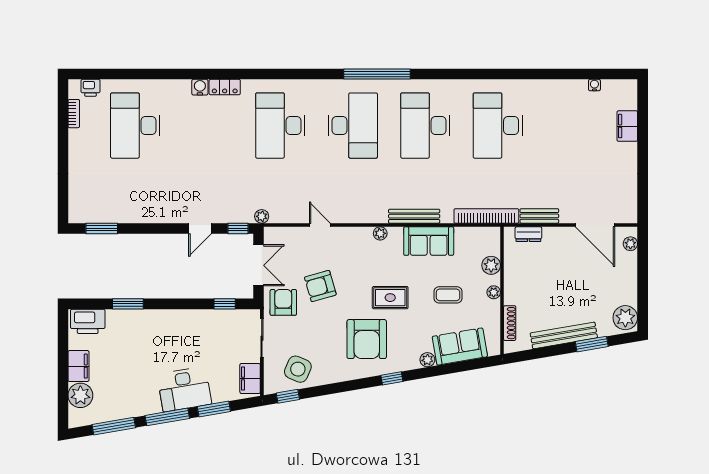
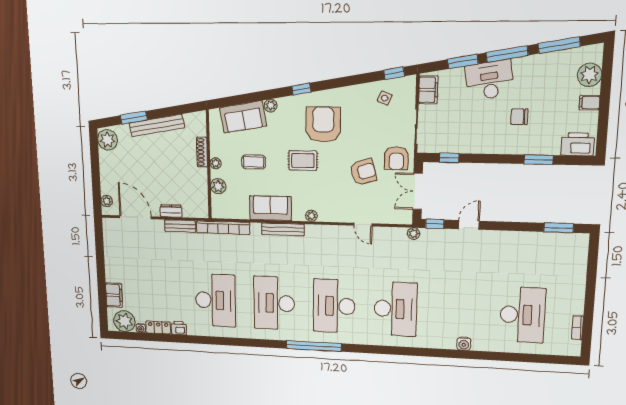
locker: (225, 87) -> (158, 327), moved
printer: (91, 88) -> (179, 328), moved
plant: (615, 93) -> (124, 321), added
desk: (425, 126) -> (274, 303), turned 180
dresser: (528, 234) -> (171, 211), moved
shoe rack: (510, 323) -> (202, 152), moved
chair: (151, 350) -> (519, 117), added
filing cabinet: (78, 366) -> (589, 103), width x0.50
side table: (298, 369) -> (385, 98), width x0.54, depth x0.54

